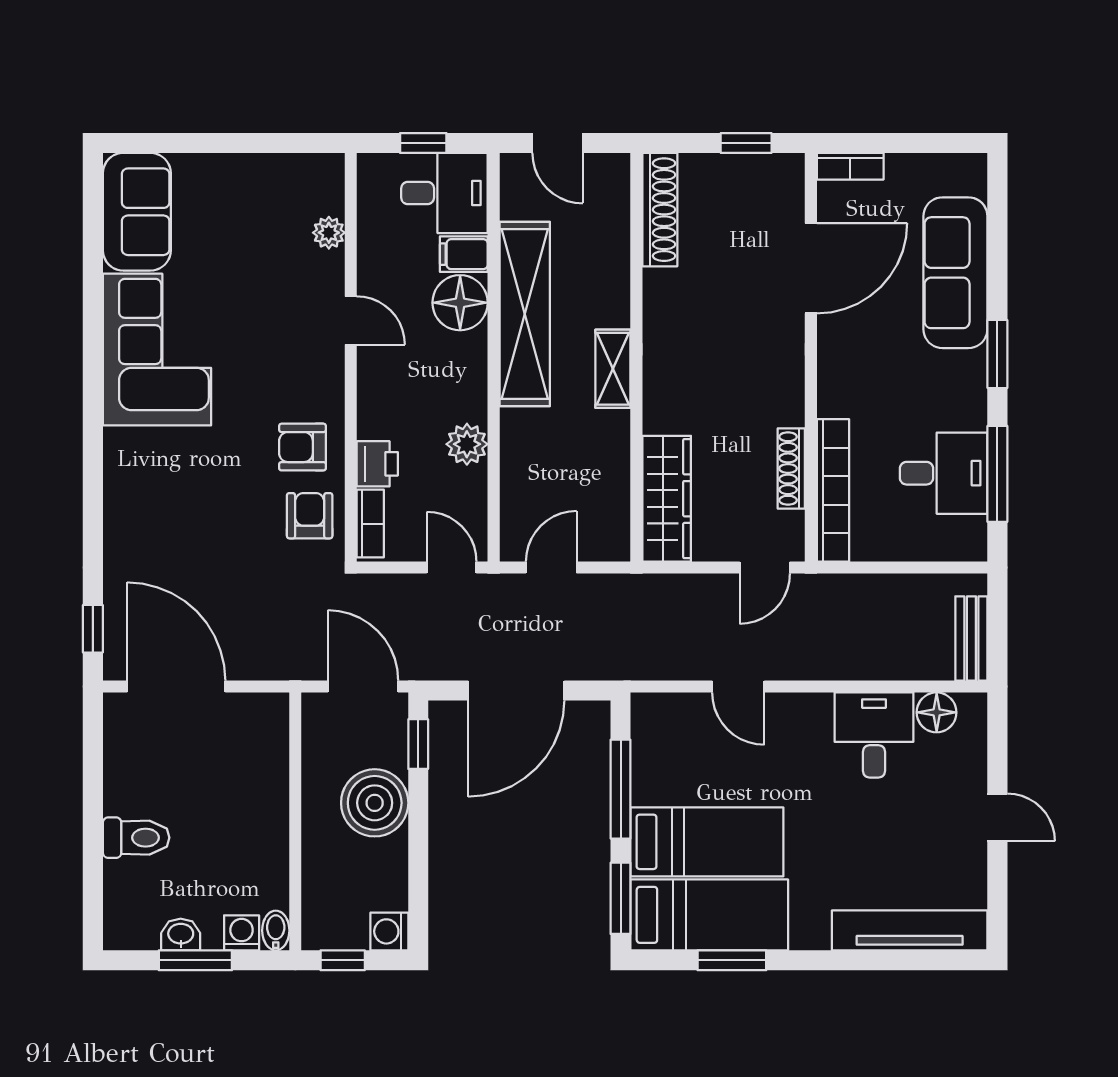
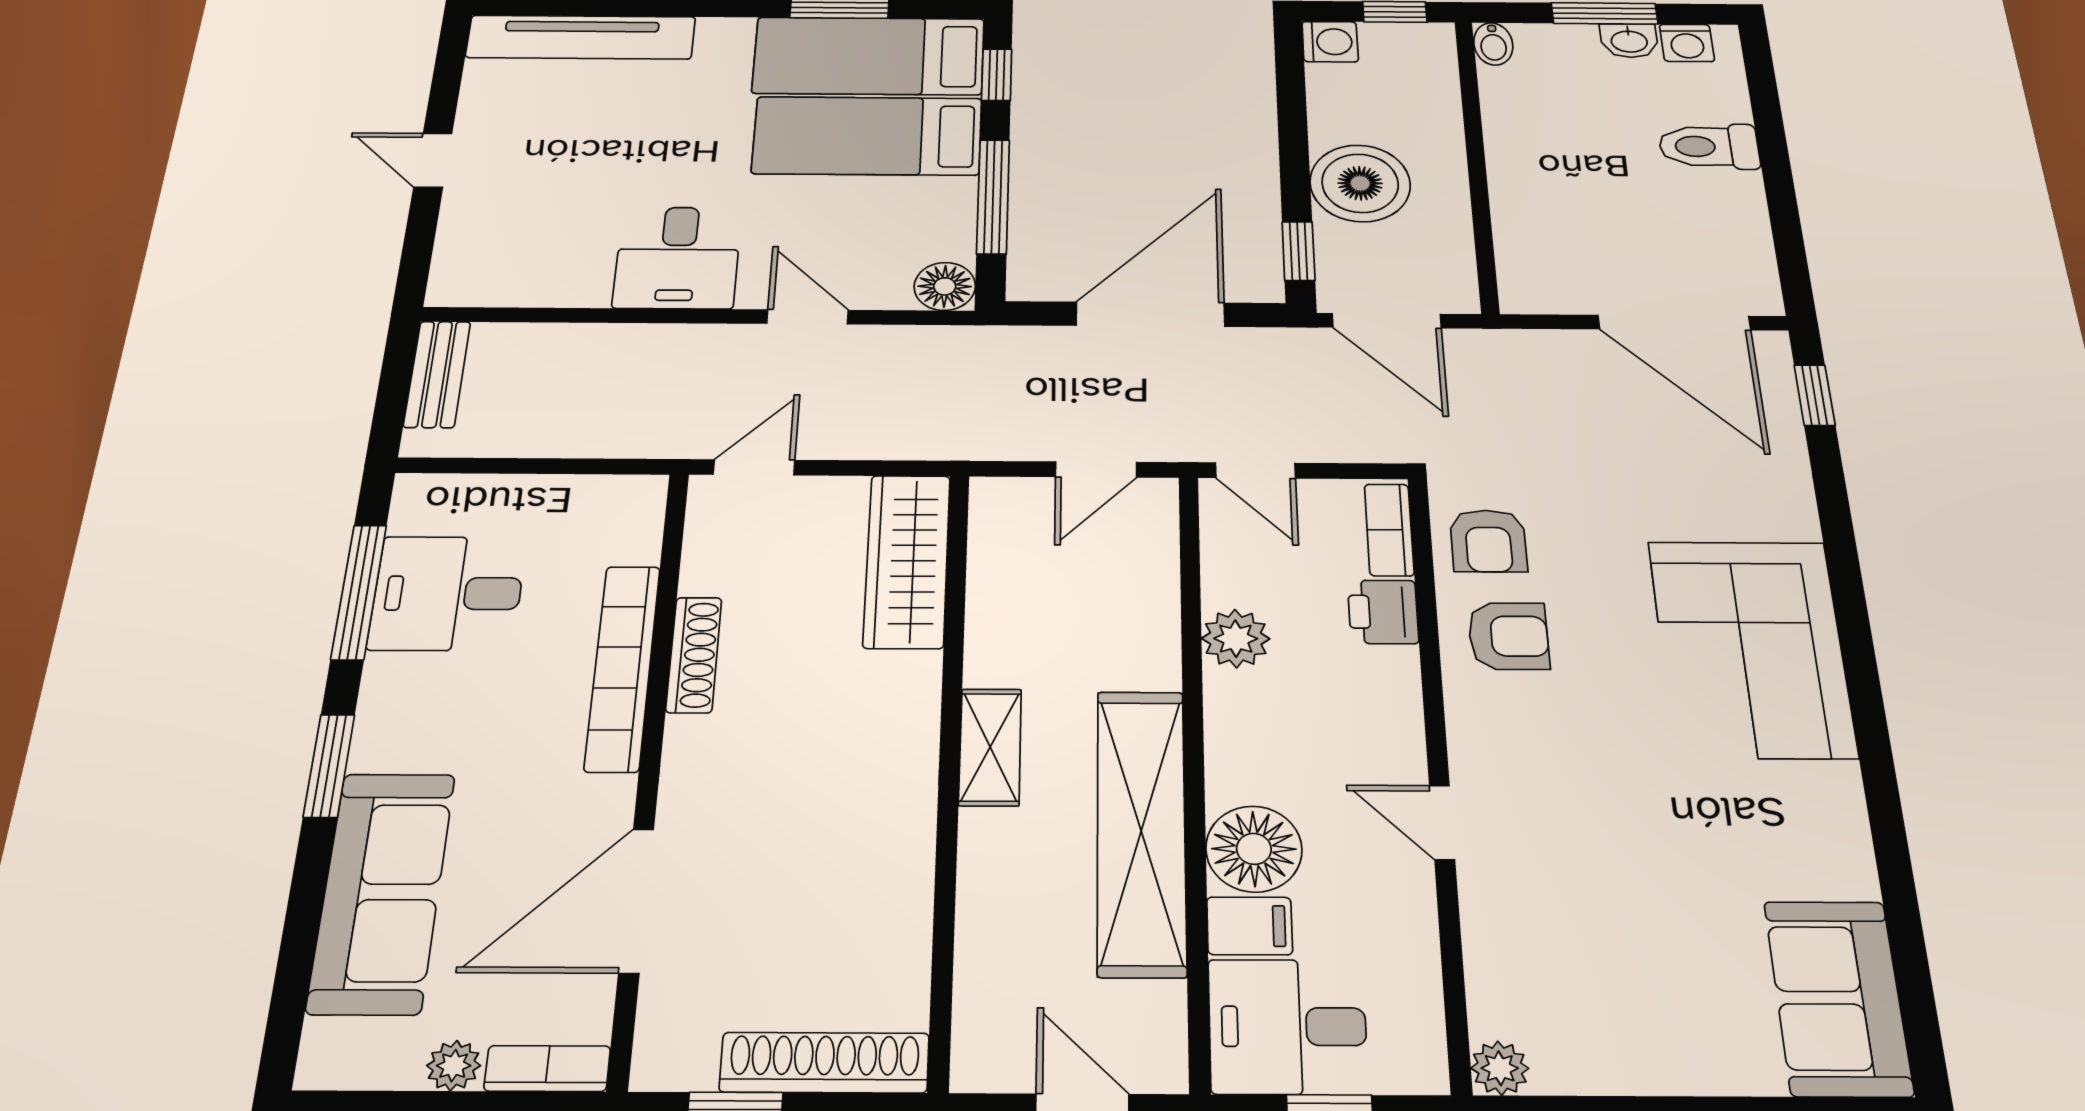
plant: (901, 168) -> (454, 1066), added
shoe rack: (660, 210) -> (825, 1063), moved, turned 90
plant: (329, 233) -> (1500, 1068), moved
corner sofa: (157, 350) -> (1751, 648), moved
shoe rack: (791, 468) -> (694, 655), moved
bookcase: (833, 490) -> (623, 668), moved
floor lamp: (937, 712) -> (945, 286), moved
desk: (874, 735) -> (678, 257), moved
window: (621, 898) -> (997, 75), width x0.67
washing machine: (242, 933) -> (1687, 43), moved

